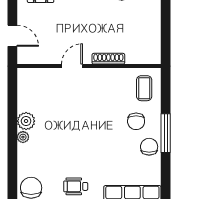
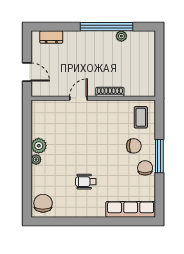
chair: (136, 121) -> (134, 146), turned -90
wheelchair: (76, 186) -> (86, 182), moved

